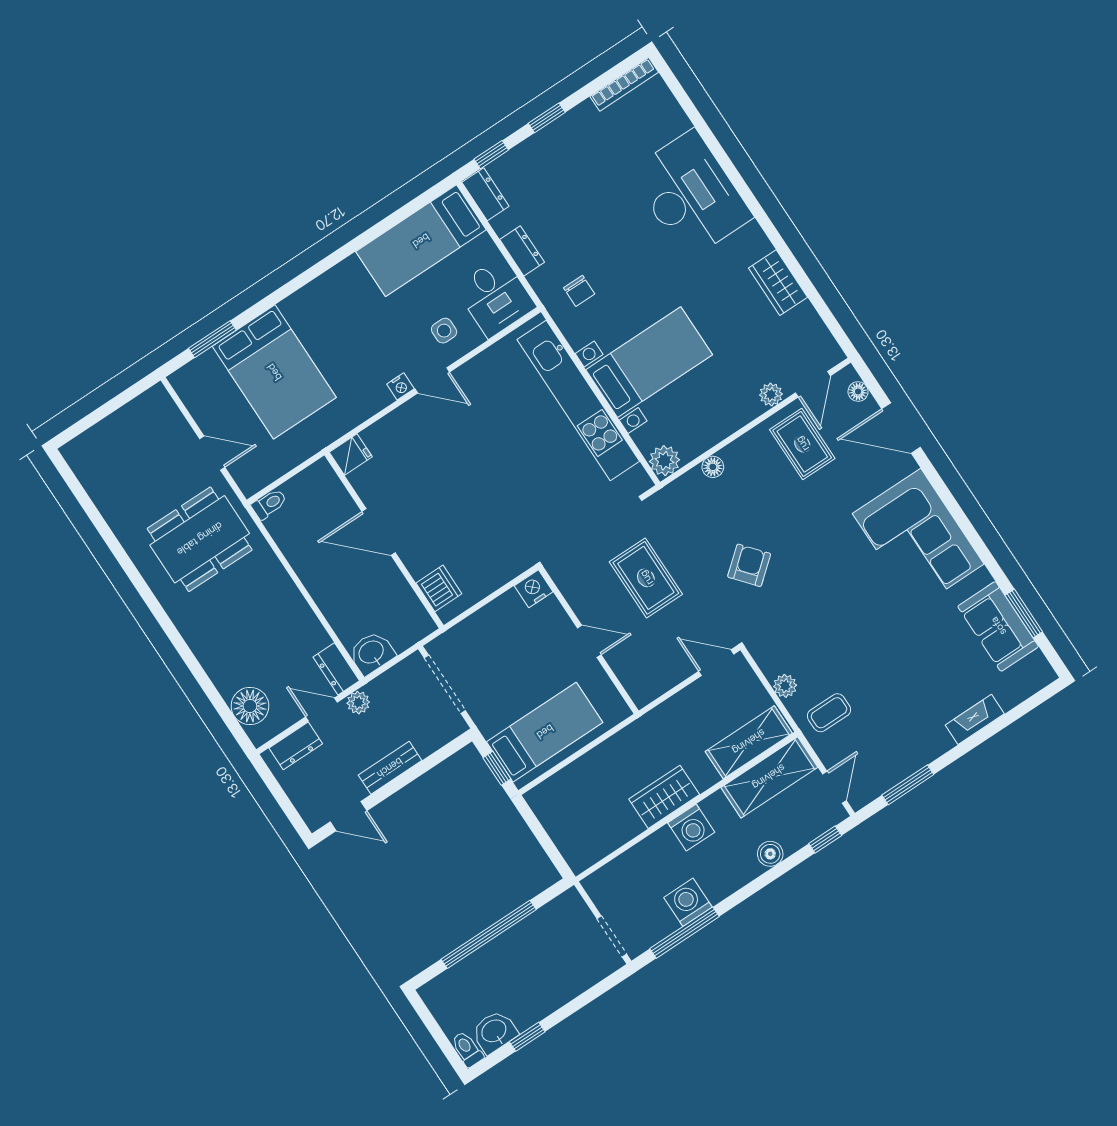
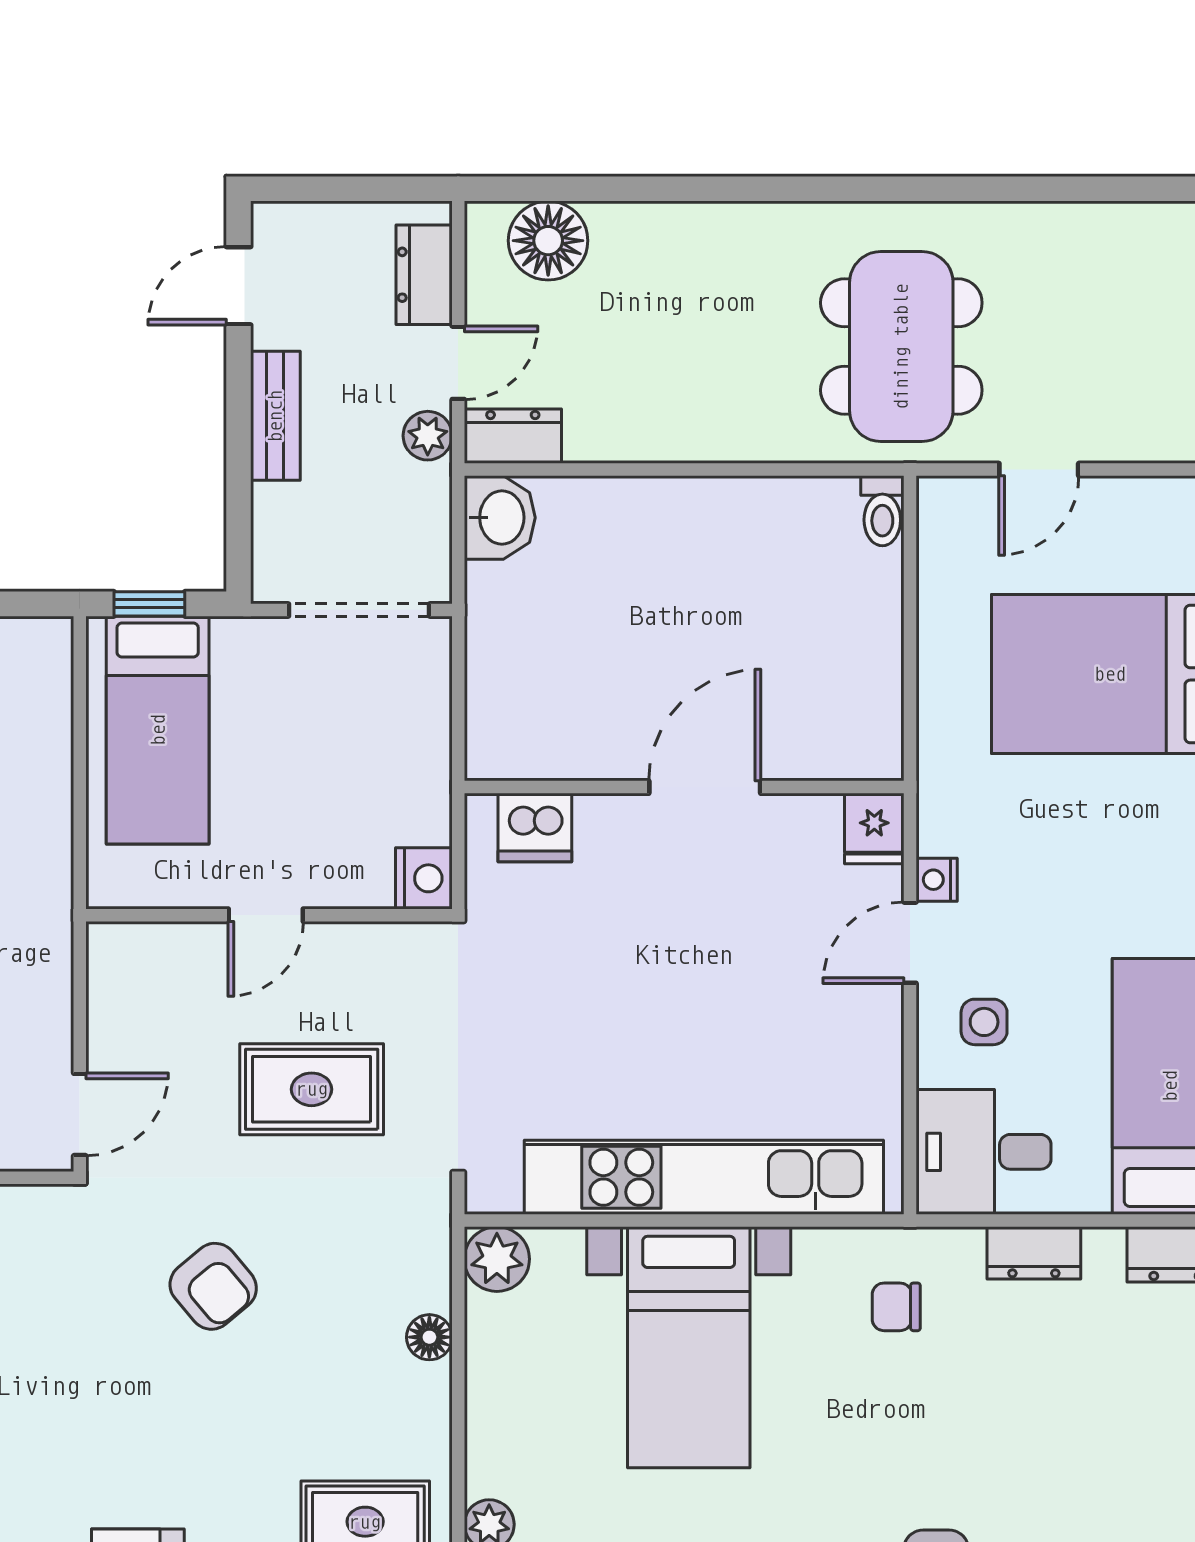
fridge: (351, 455) -> (874, 828), moved
door: (379, 532) -> (705, 787), moved
wall: (384, 540) -> (684, 787), moved
dishwasher: (439, 588) -> (535, 827), moved

